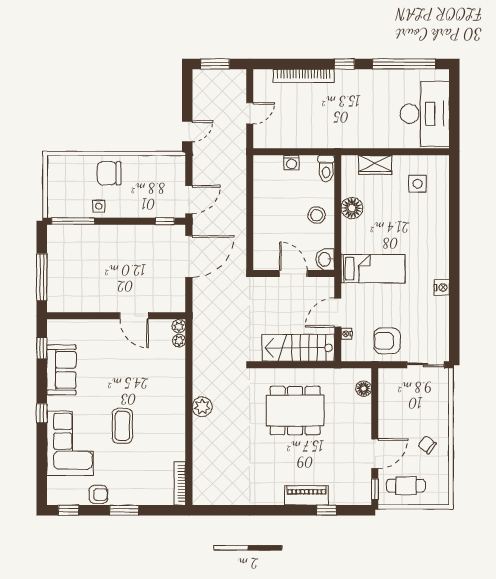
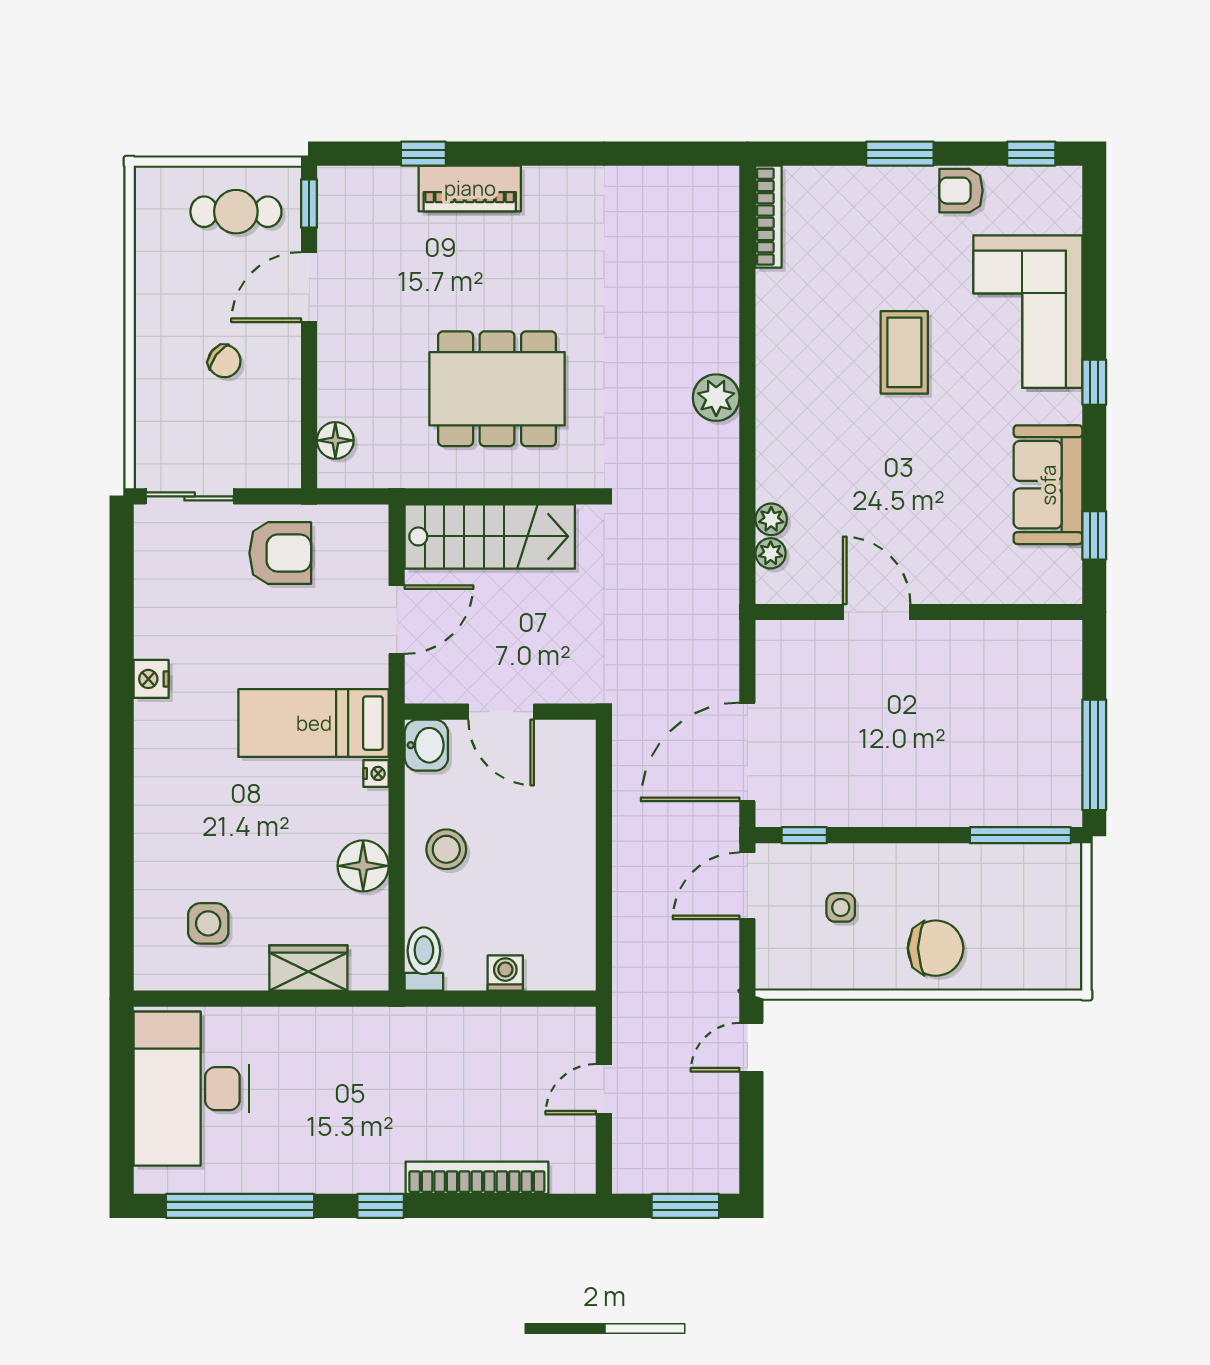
side table: (99, 206) -> (841, 907), moved
window: (42, 277) -> (1094, 755), moved
plant: (179, 326) -> (771, 519), moved
nightstand: (346, 334) -> (376, 773), moved
chair: (427, 445) -> (224, 361), moved

